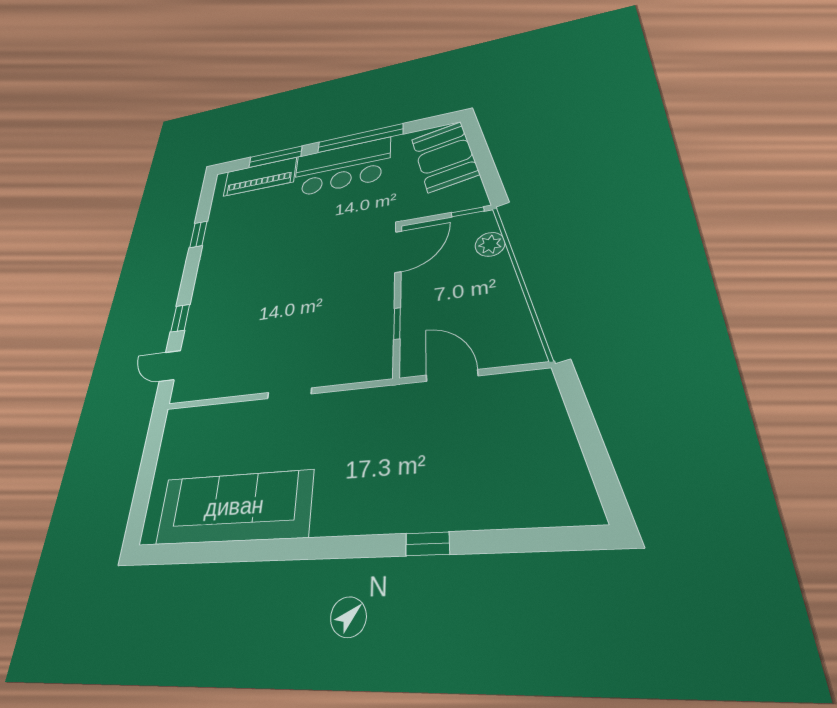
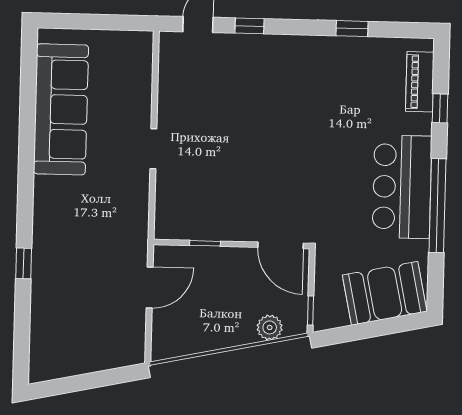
window: (275, 157) -> (440, 108), width x0.46
piano: (260, 177) -> (420, 82), width x0.73, depth x0.75

